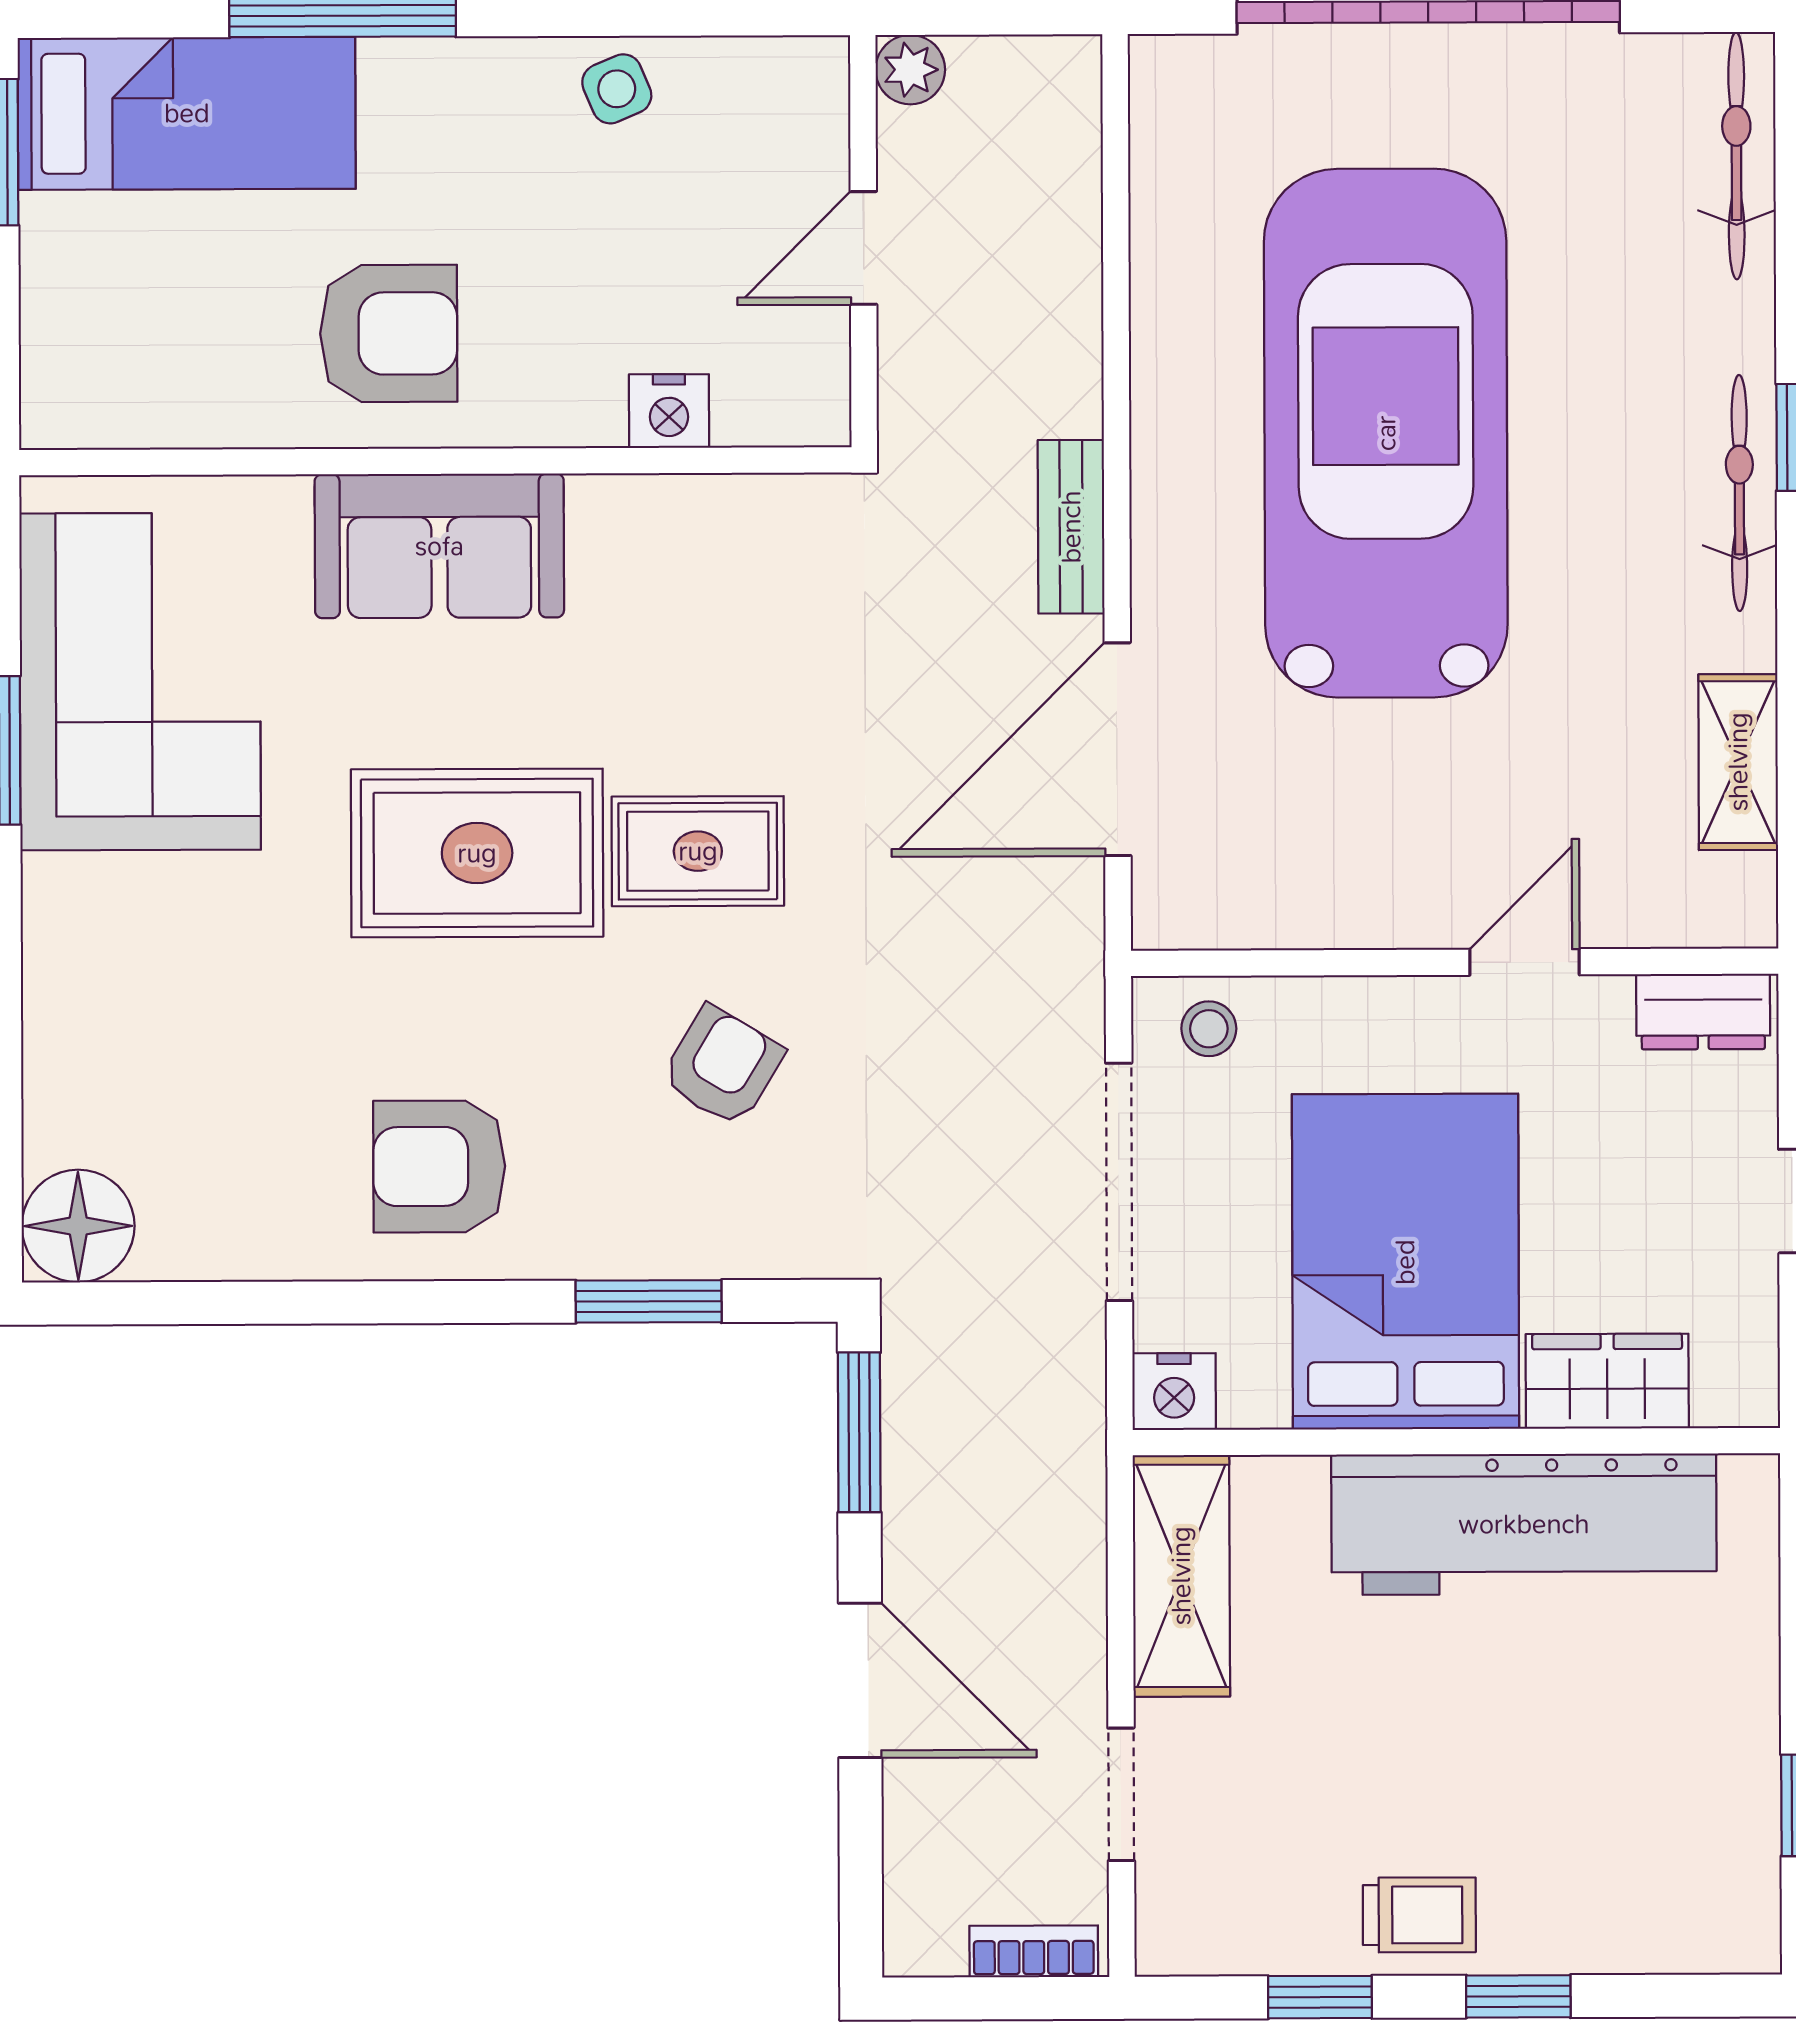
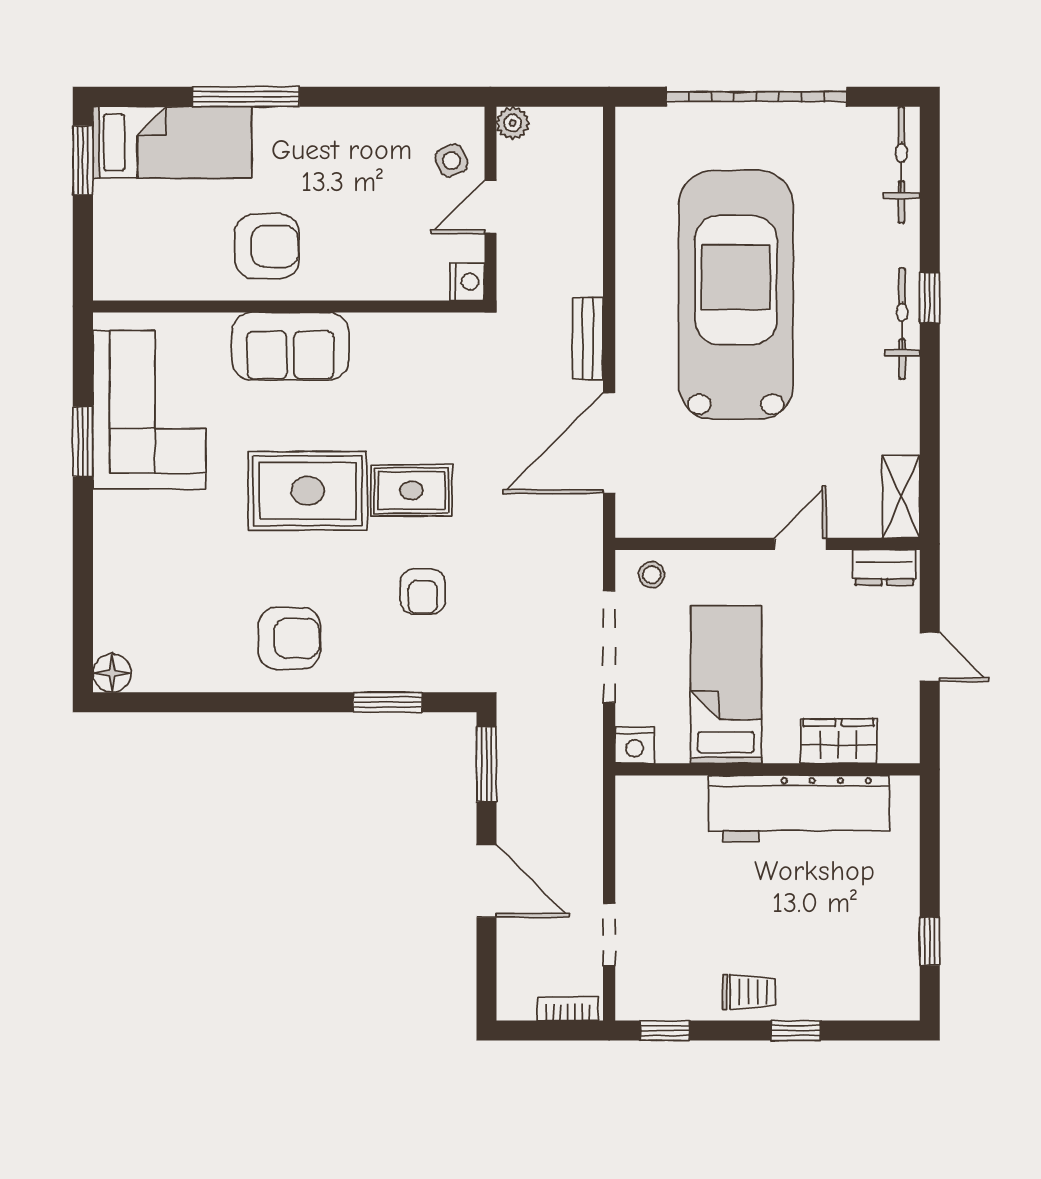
side table: (617, 89) -> (451, 161), moved
nightstand: (669, 411) -> (467, 282), moved, turned -90
shelving: (1738, 762) -> (901, 497), moved
armchair: (722, 1066) -> (423, 592), turned 149
armchair: (439, 1166) -> (289, 638), turned 180
floor lamp: (78, 1226) -> (112, 673), width x0.73, depth x0.73
bed: (1405, 1262) -> (726, 685), width x0.67
shelving: (1181, 1576) -> (638, 832), removed
window: (1320, 1997) -> (665, 1031), moved

